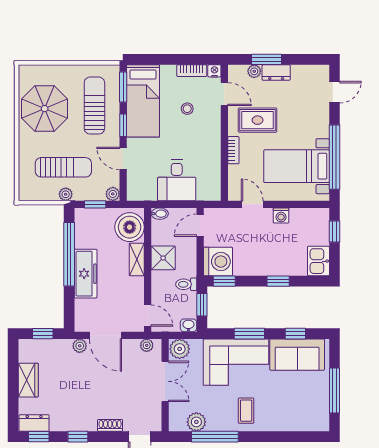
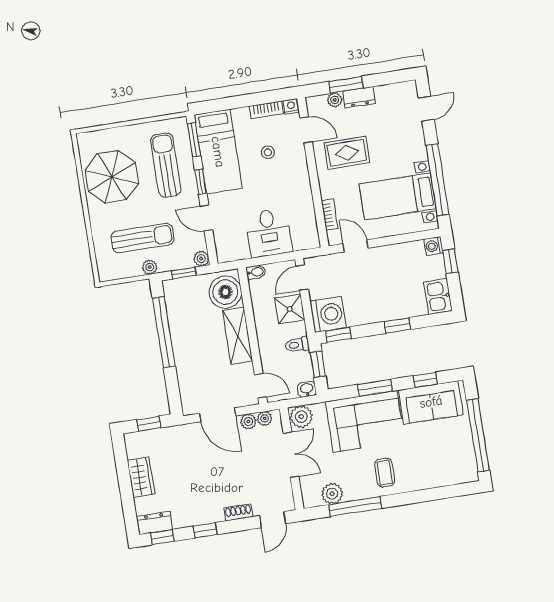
bookcase: (233, 150) -> (330, 215), moved
washing machine: (281, 216) -> (433, 246), moved, turned 90
shower: (163, 258) -> (290, 309), moved
shelving: (137, 260) -> (238, 336), width x1.50, depth x1.33
freezer: (86, 274) -> (185, 351), removed
plant: (80, 346) -> (248, 422), moved
window: (334, 391) -> (478, 435), width x1.46

